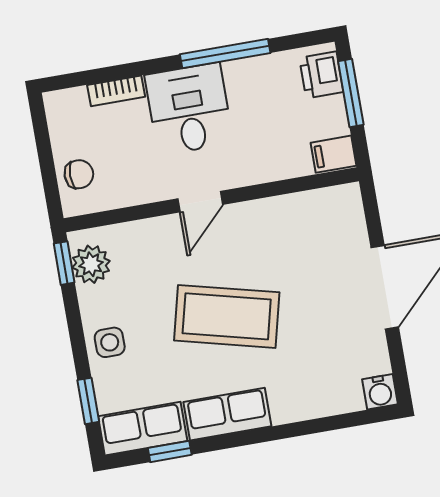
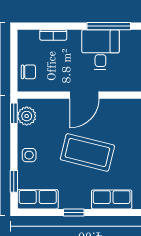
desk: (189, 109) -> (100, 50), moved
door: (200, 202) -> (84, 95), width x1.38
row of seats: (227, 414) -> (112, 199), moved
window: (170, 451) -> (74, 212), moved

